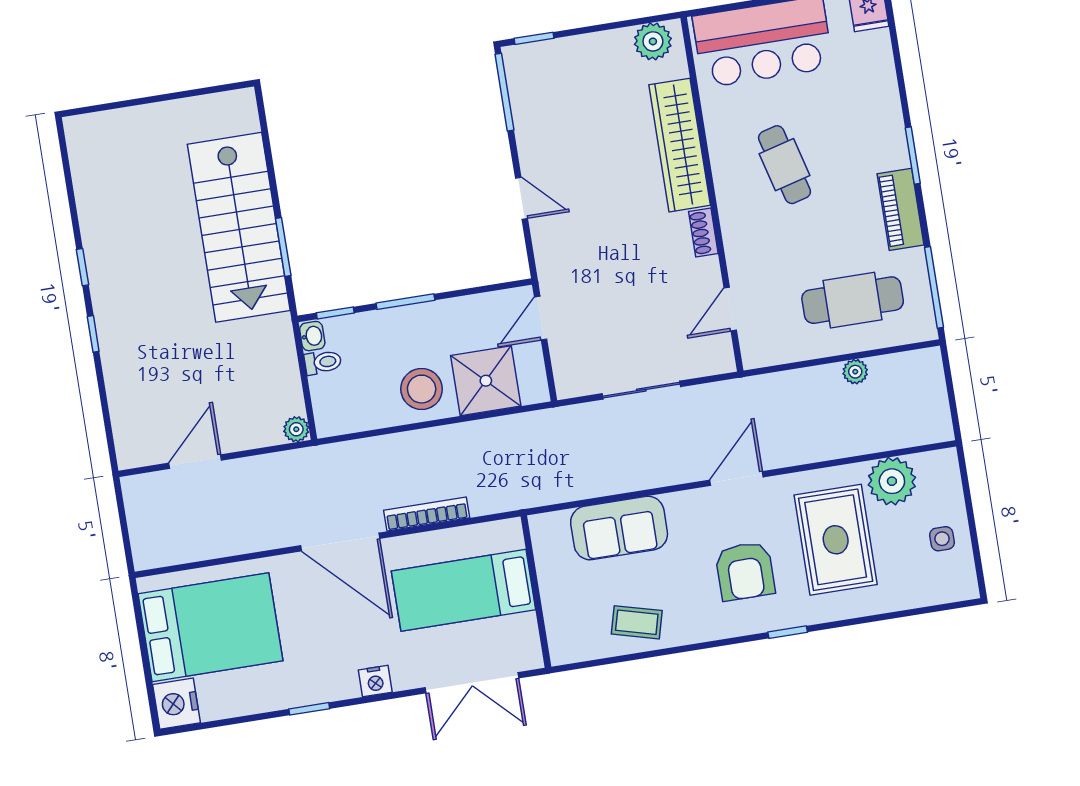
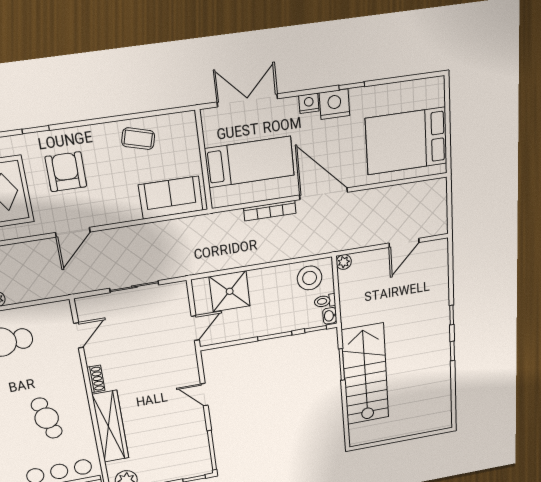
stool: (422, 389) -> (310, 278), moved
sofa: (619, 528) -> (171, 198), moved
nightstand: (176, 704) -> (334, 104), moved, turned -90

